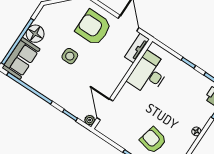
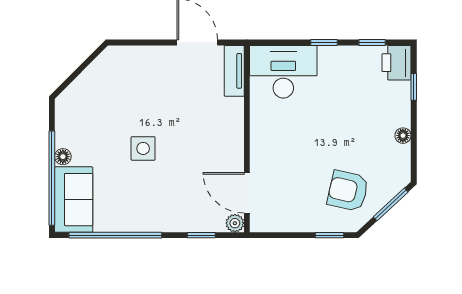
armchair: (94, 28) -> (150, 83), removed
floor lamp: (35, 34) -> (63, 157), width x0.53, depth x0.53
desk: (149, 73) -> (283, 72), moved, turned 90

